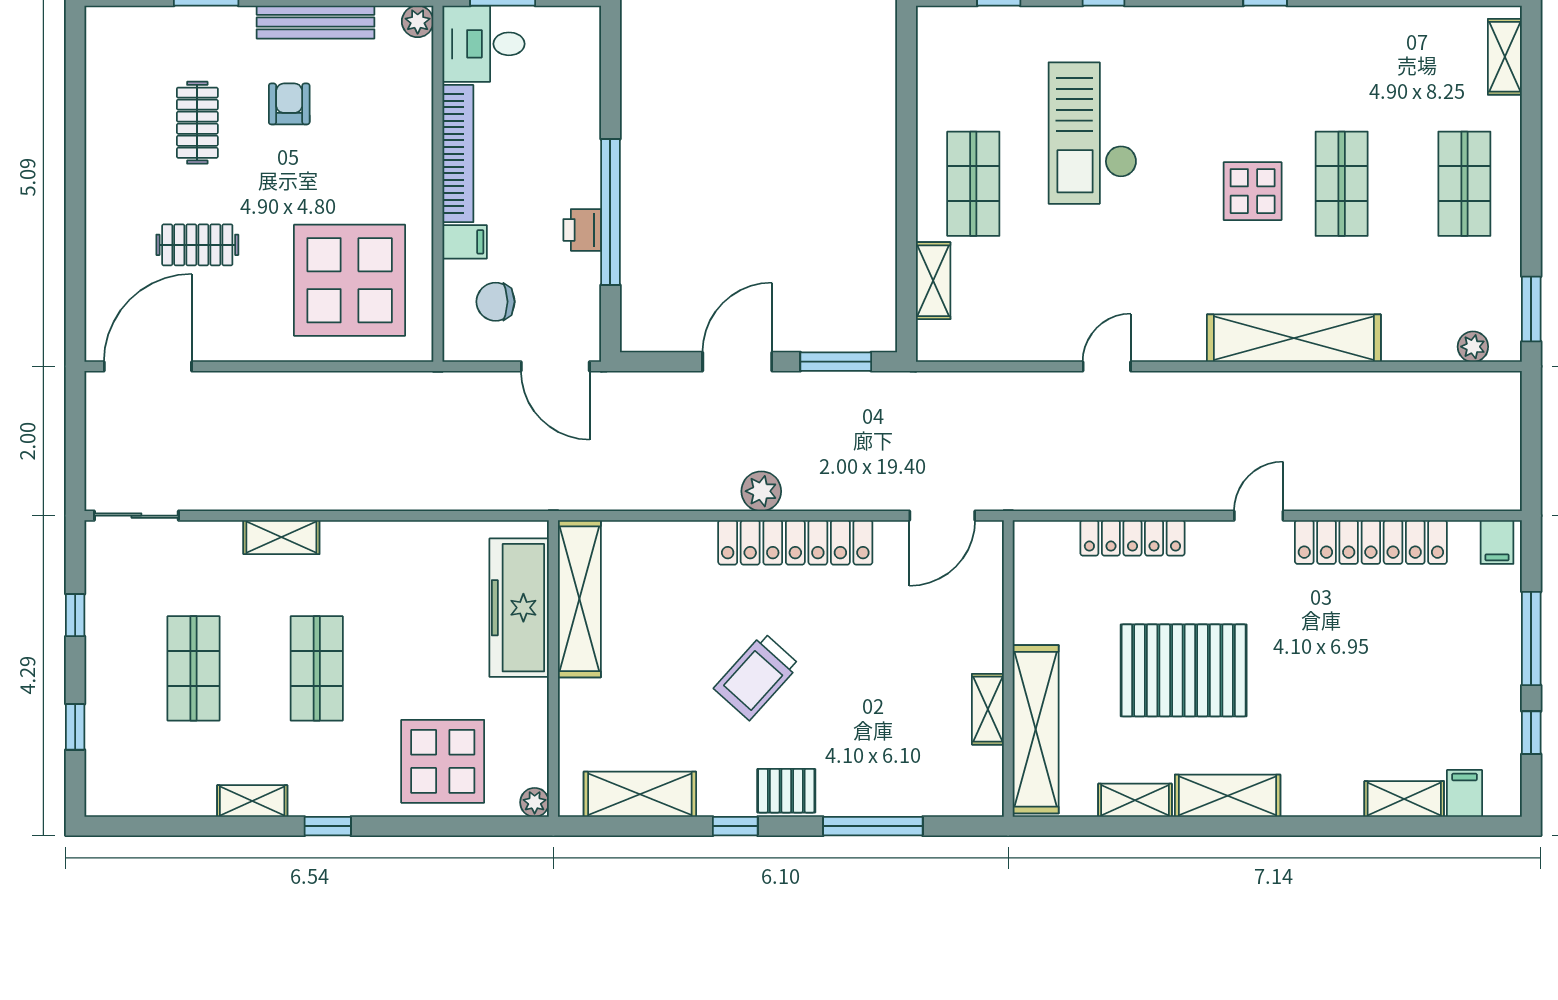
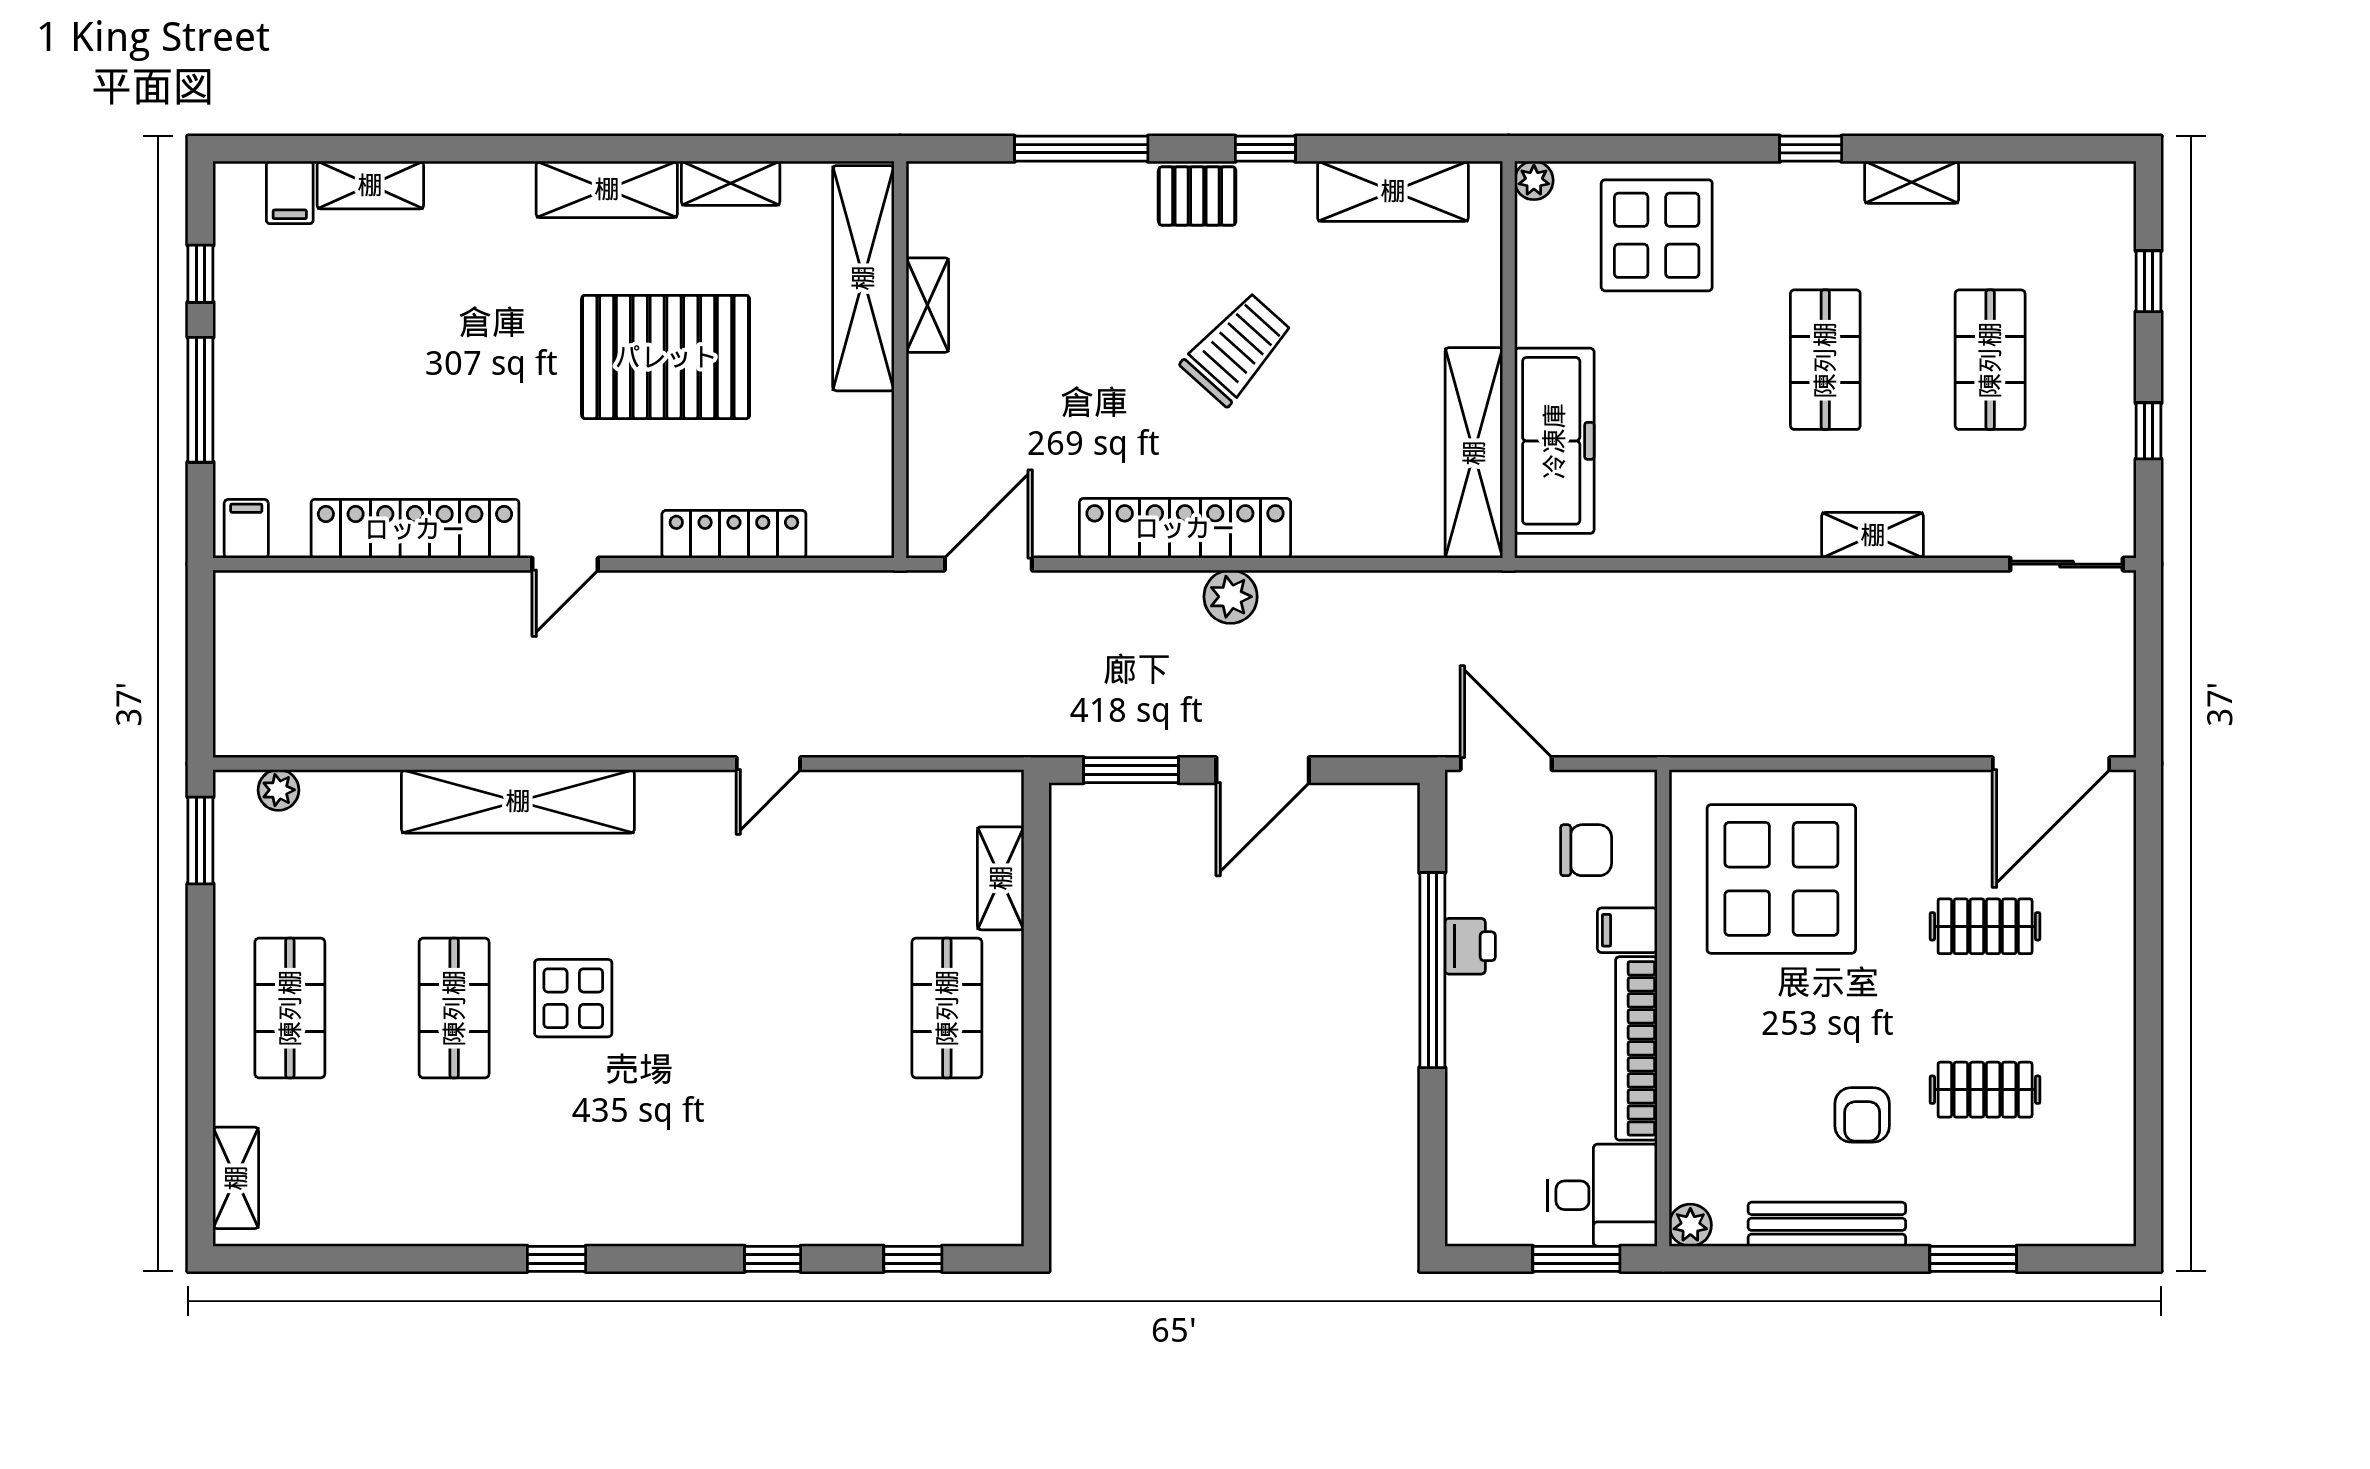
clothes rail: (197, 123) -> (1985, 1090), turned 90
checkout: (1093, 133) -> (787, 1076), removed

